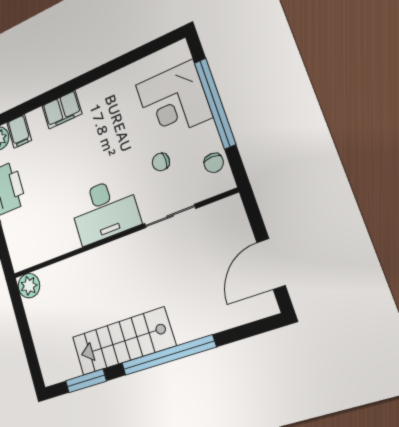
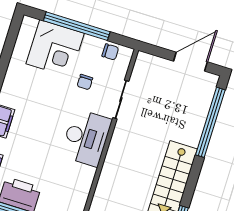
door: (271, 264) -> (190, 62), swing flipped
window: (168, 355) -> (210, 122), moved

